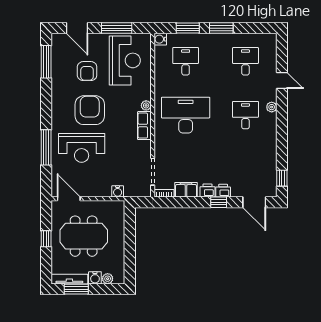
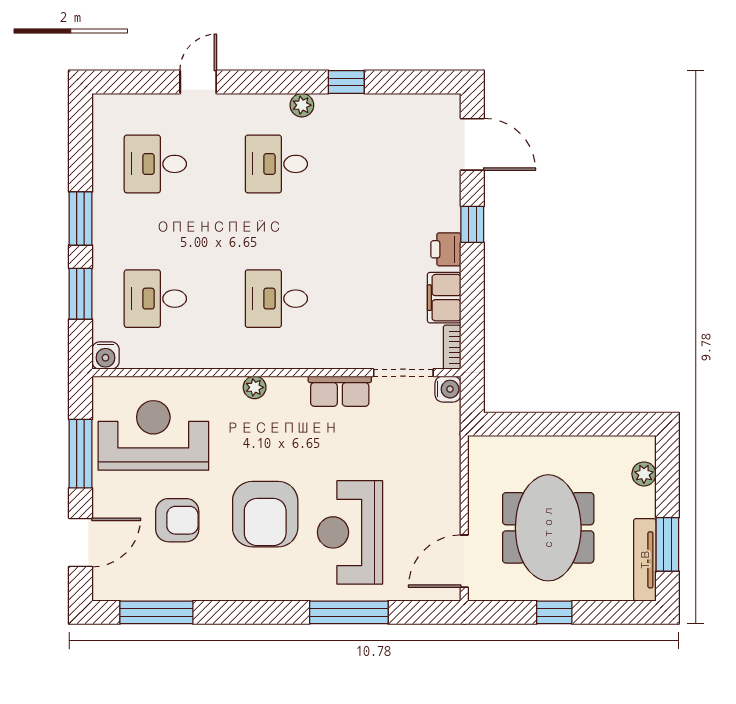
plant: (272, 107) -> (302, 105), moved
armchair: (90, 110) -> (265, 514), turned -90
desk: (186, 115) -> (276, 299), width x0.53, depth x0.77
row of seats: (144, 126) -> (340, 391), moved
reception desk: (82, 148) -> (350, 532), turned 180
window: (282, 178) -> (346, 82), moved
water cooler: (118, 191) -> (448, 389), moved
printer: (223, 191) -> (446, 214), removed
door: (254, 202) -> (472, 144), hinge flipped
water cooler: (95, 278) -> (642, 502), removed

